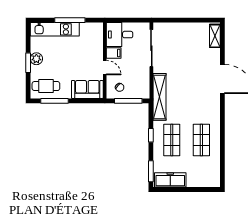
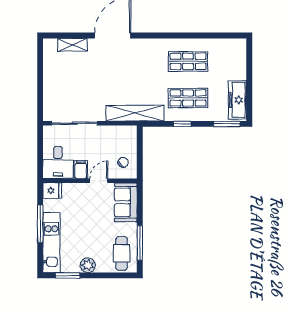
fridge: (97, 30) -> (52, 191), added
shelving: (215, 36) -> (72, 45), moved
window: (28, 63) -> (68, 275), moved
window: (128, 101) -> (140, 152), removed

